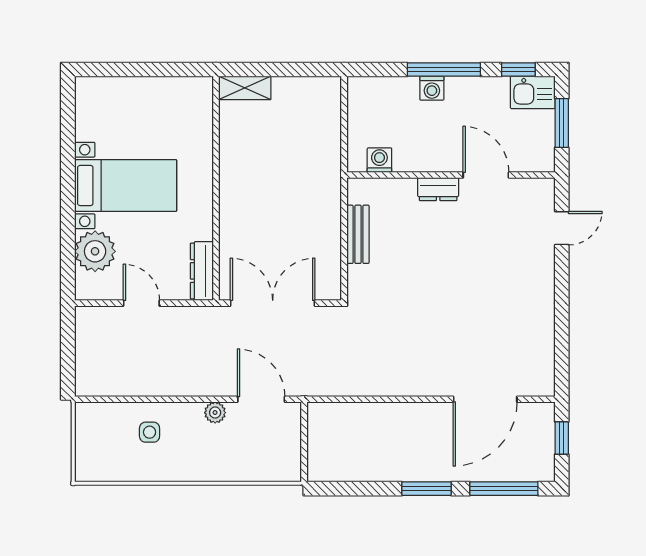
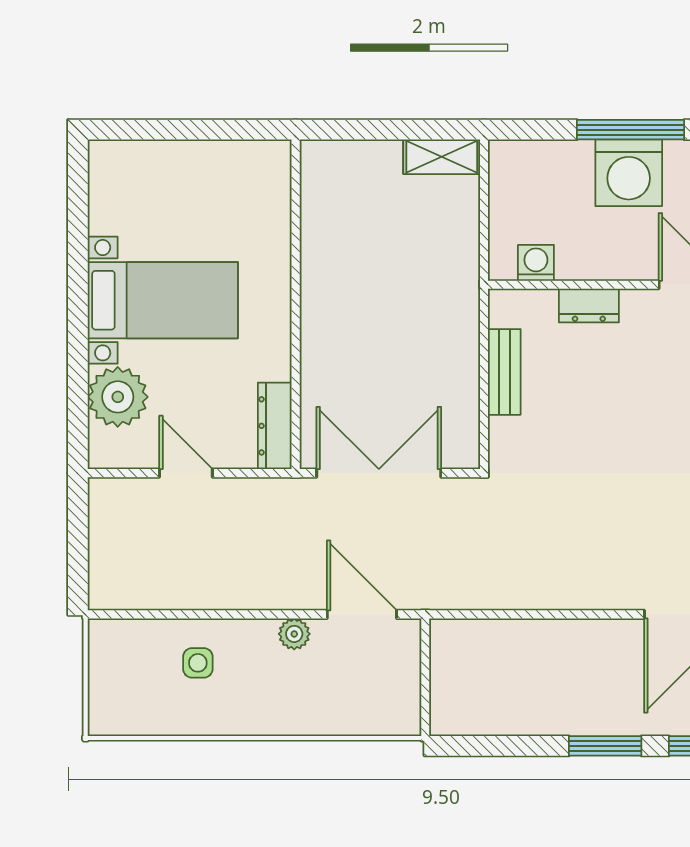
shelving: (245, 88) -> (442, 157), moved
washing machine: (432, 88) -> (629, 173), width x1.89, depth x1.89
dresser: (438, 189) -> (589, 306), moved

